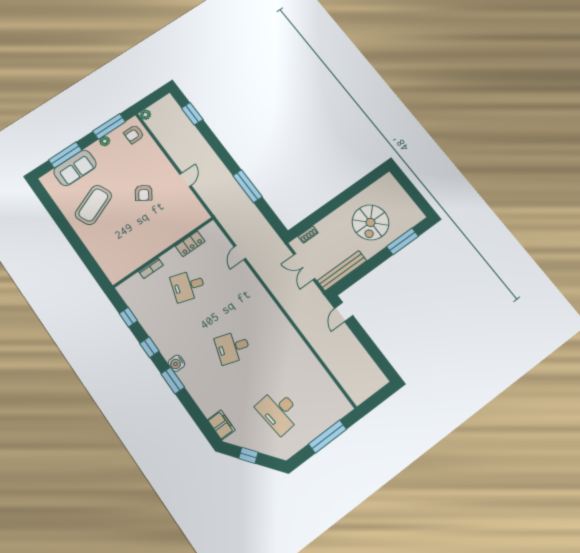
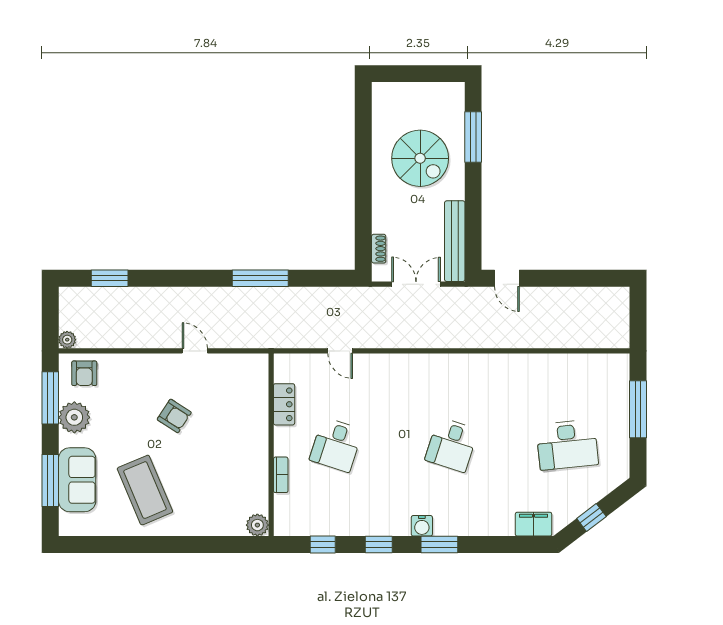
plant: (105, 141) -> (74, 417), width x1.87, depth x1.87
double door: (304, 267) -> (416, 284), swing flipped
plant: (115, 275) -> (257, 525), added

